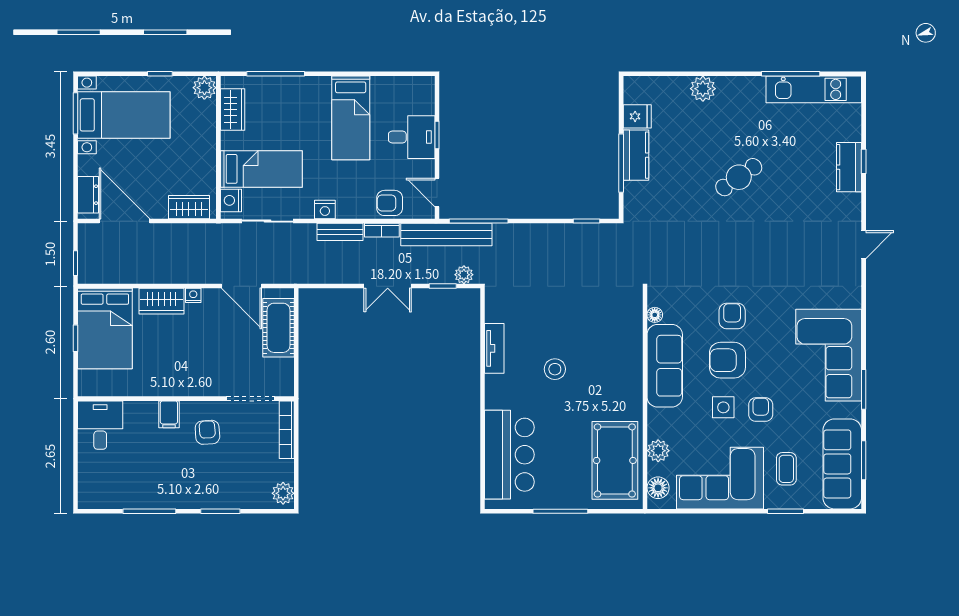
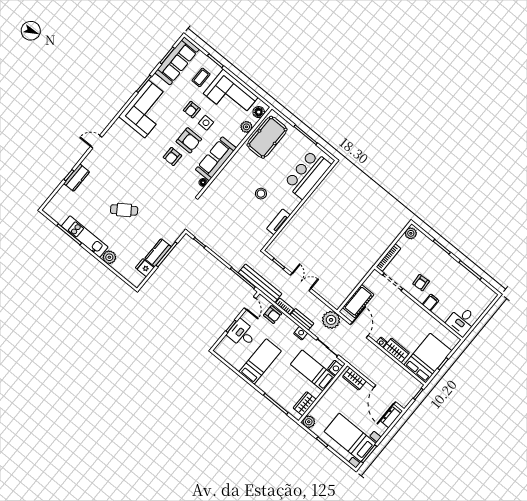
kitchen unit: (814, 89) -> (85, 237), moved
plant: (464, 275) -> (331, 320), moved, width x1.87, depth x1.87

